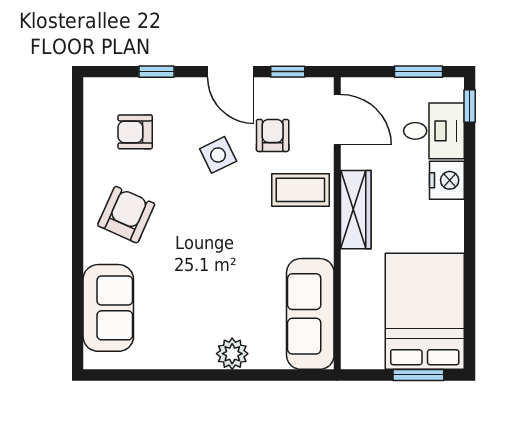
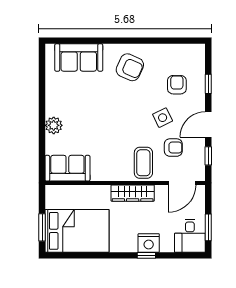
window: (470, 106) -> (146, 255), moved
desk: (434, 131) -> (190, 236), moved
armchair: (135, 132) -> (177, 85), moved
sofa: (310, 314) -> (67, 168), width x0.73

